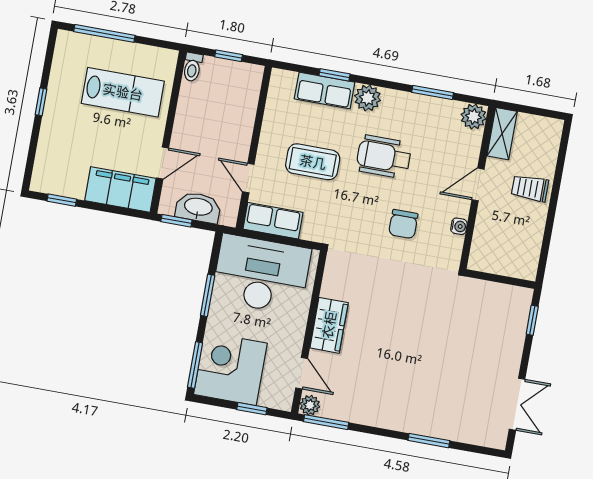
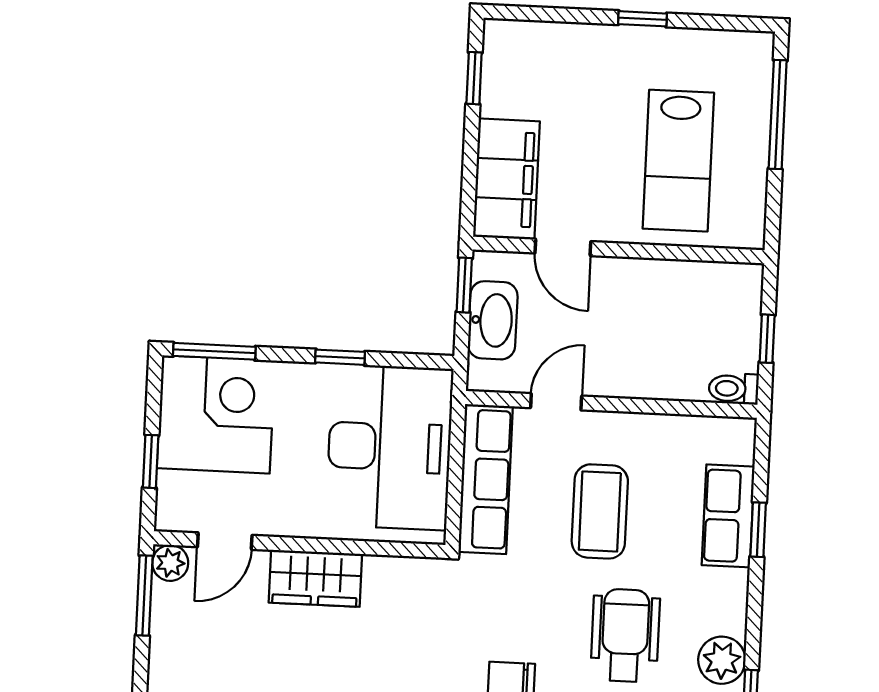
toilet: (192, 67) -> (734, 389), moved
plant: (368, 98) -> (722, 660), moved
row of seats: (273, 221) -> (486, 479), width x1.48
window: (208, 295) -> (340, 357), width x0.67

